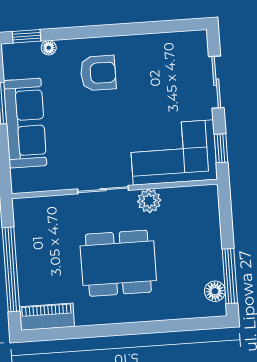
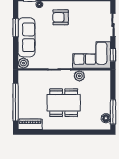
armchair: (98, 73) -> (61, 17), turned 180
plant: (22, 181) -> (23, 63), added

